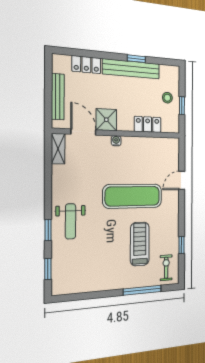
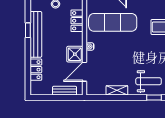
bench: (58, 97) -> (65, 91), width x0.73
shelving: (58, 149) -> (117, 90), moved
exercise mat: (133, 196) -> (113, 22), moved, turned 90

